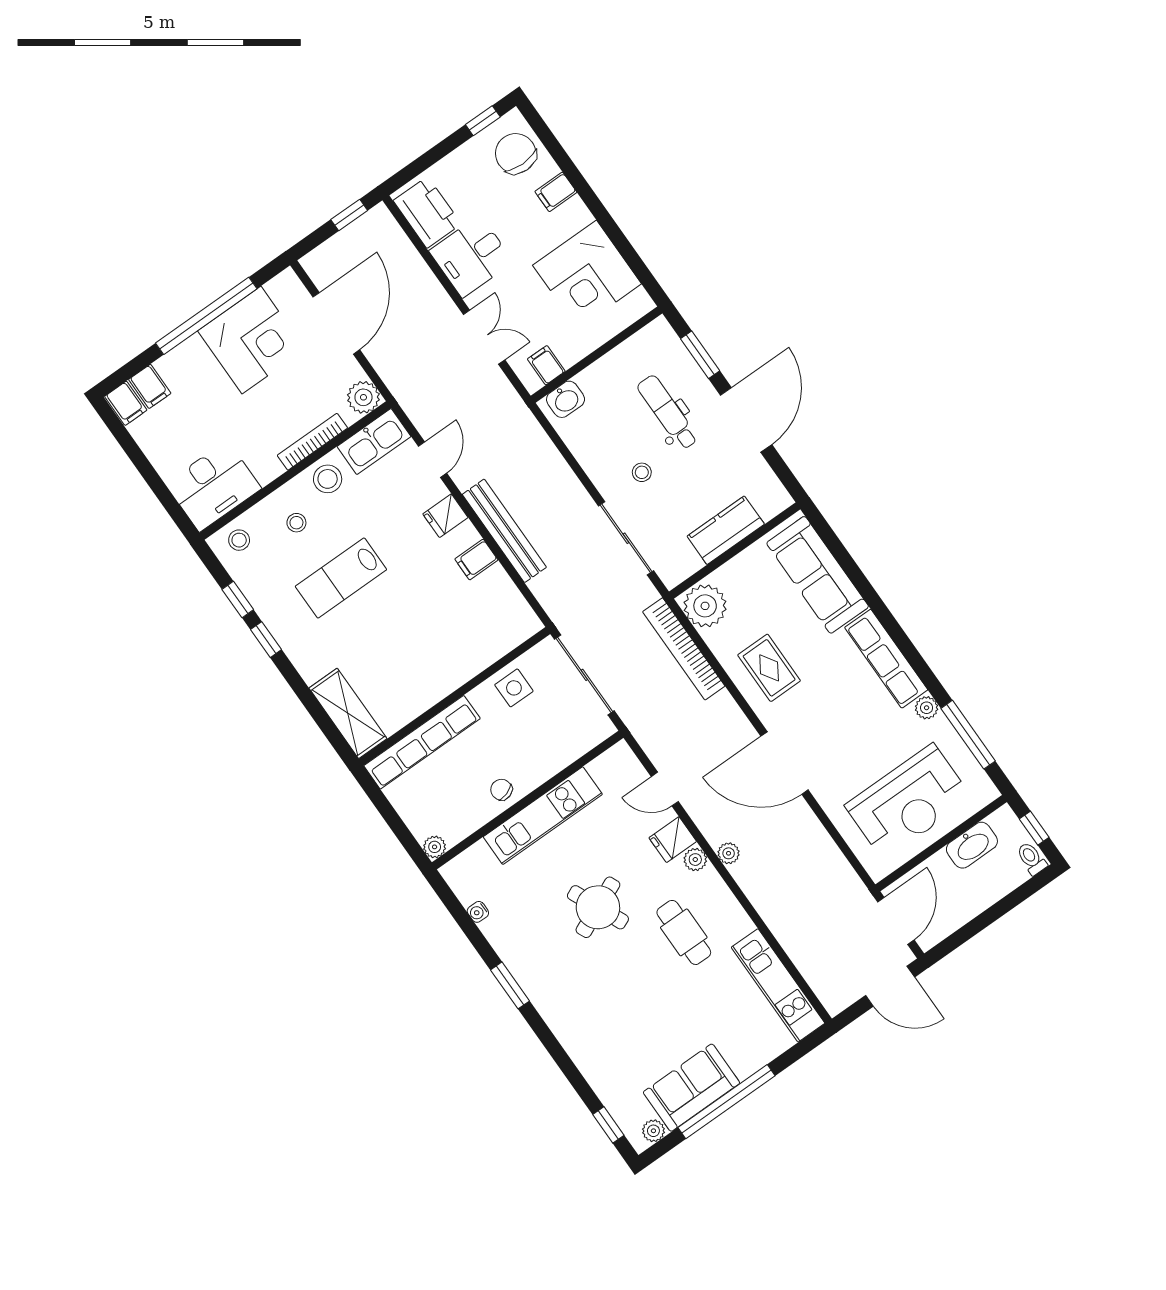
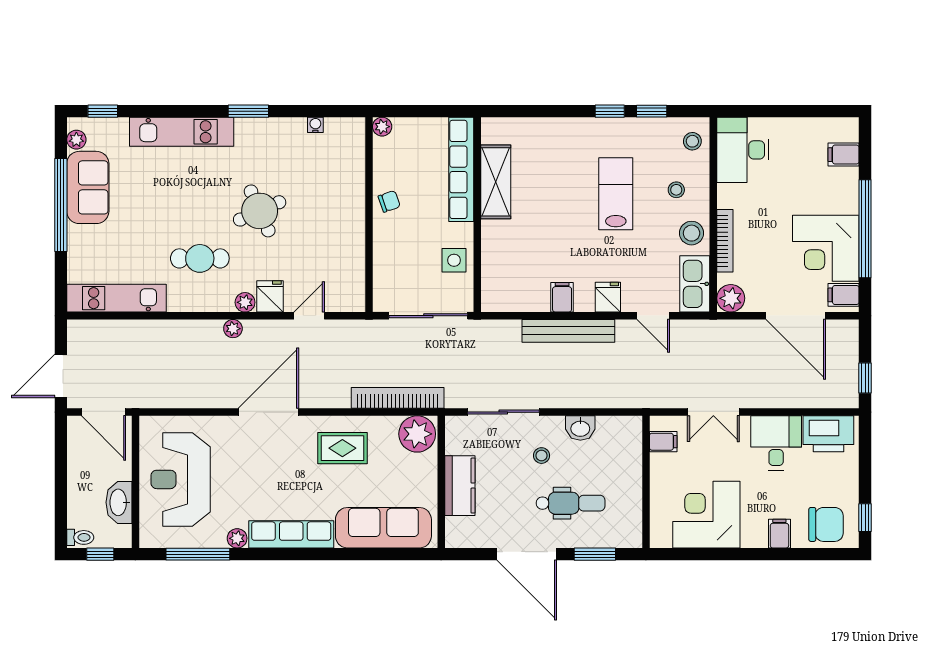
washbasin: (566, 399) -> (580, 428), moved, turned -90
filing cabinet: (126, 403) -> (844, 295), moved
shelving: (348, 713) -> (496, 182), moved, turned 90
kitchen unit: (543, 816) -> (182, 132), moved, turned -90

